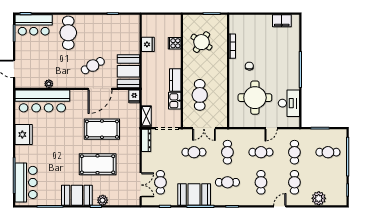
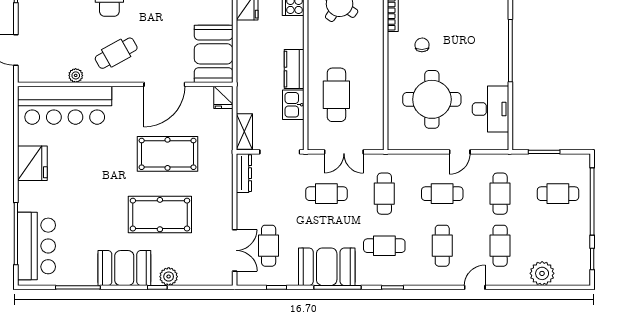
cafe table: (93, 66) -> (116, 53), moved

